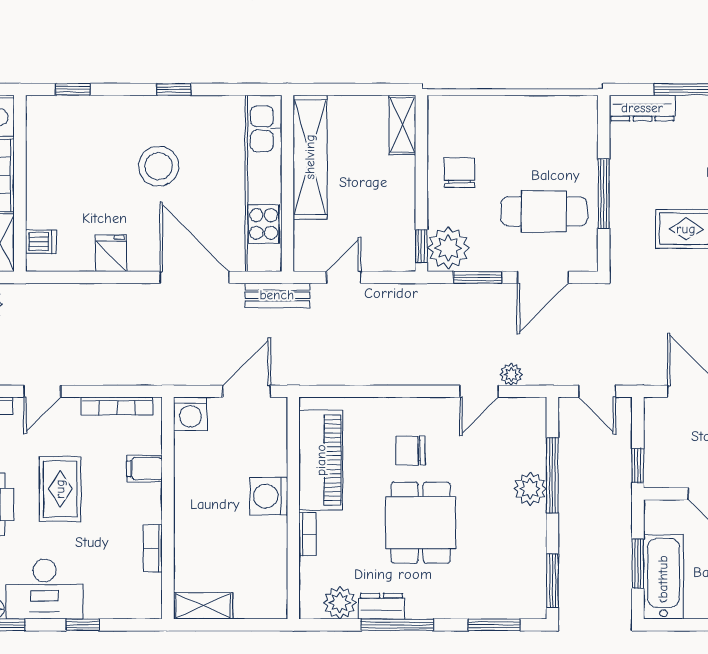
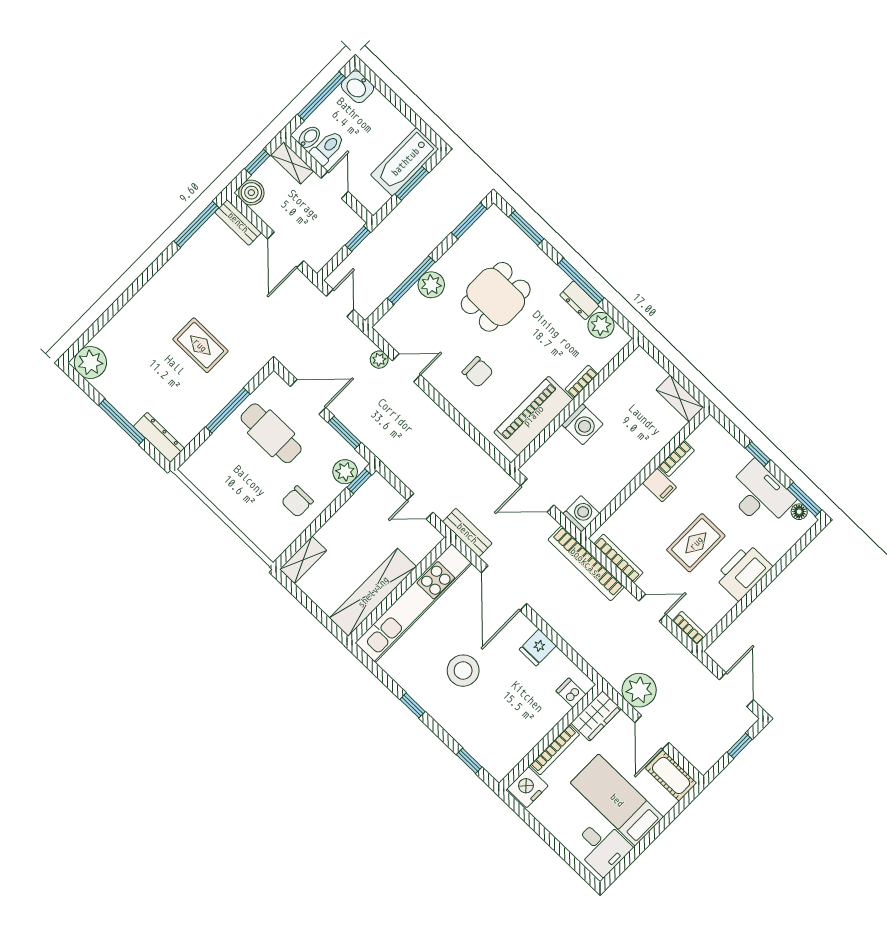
plant: (448, 248) -> (345, 472), width x0.73, depth x0.73
bookcase: (142, 373) -> (586, 563), added
filing cabinet: (145, 469) -> (660, 485), moved
dining table: (421, 523) -> (496, 297), moved

